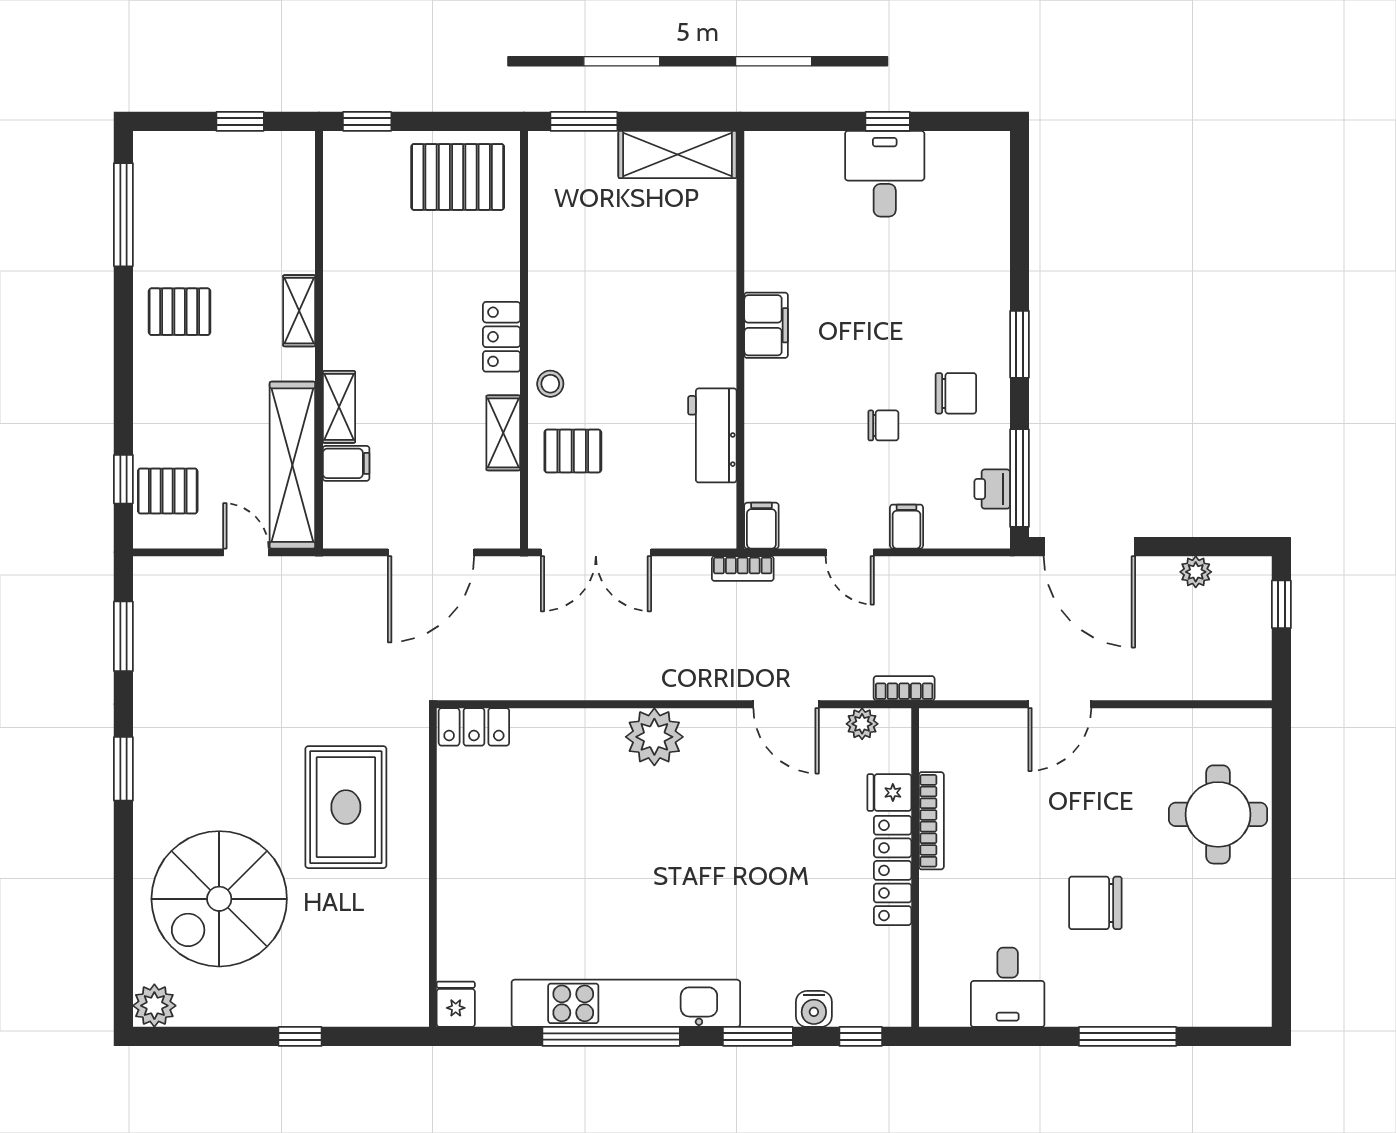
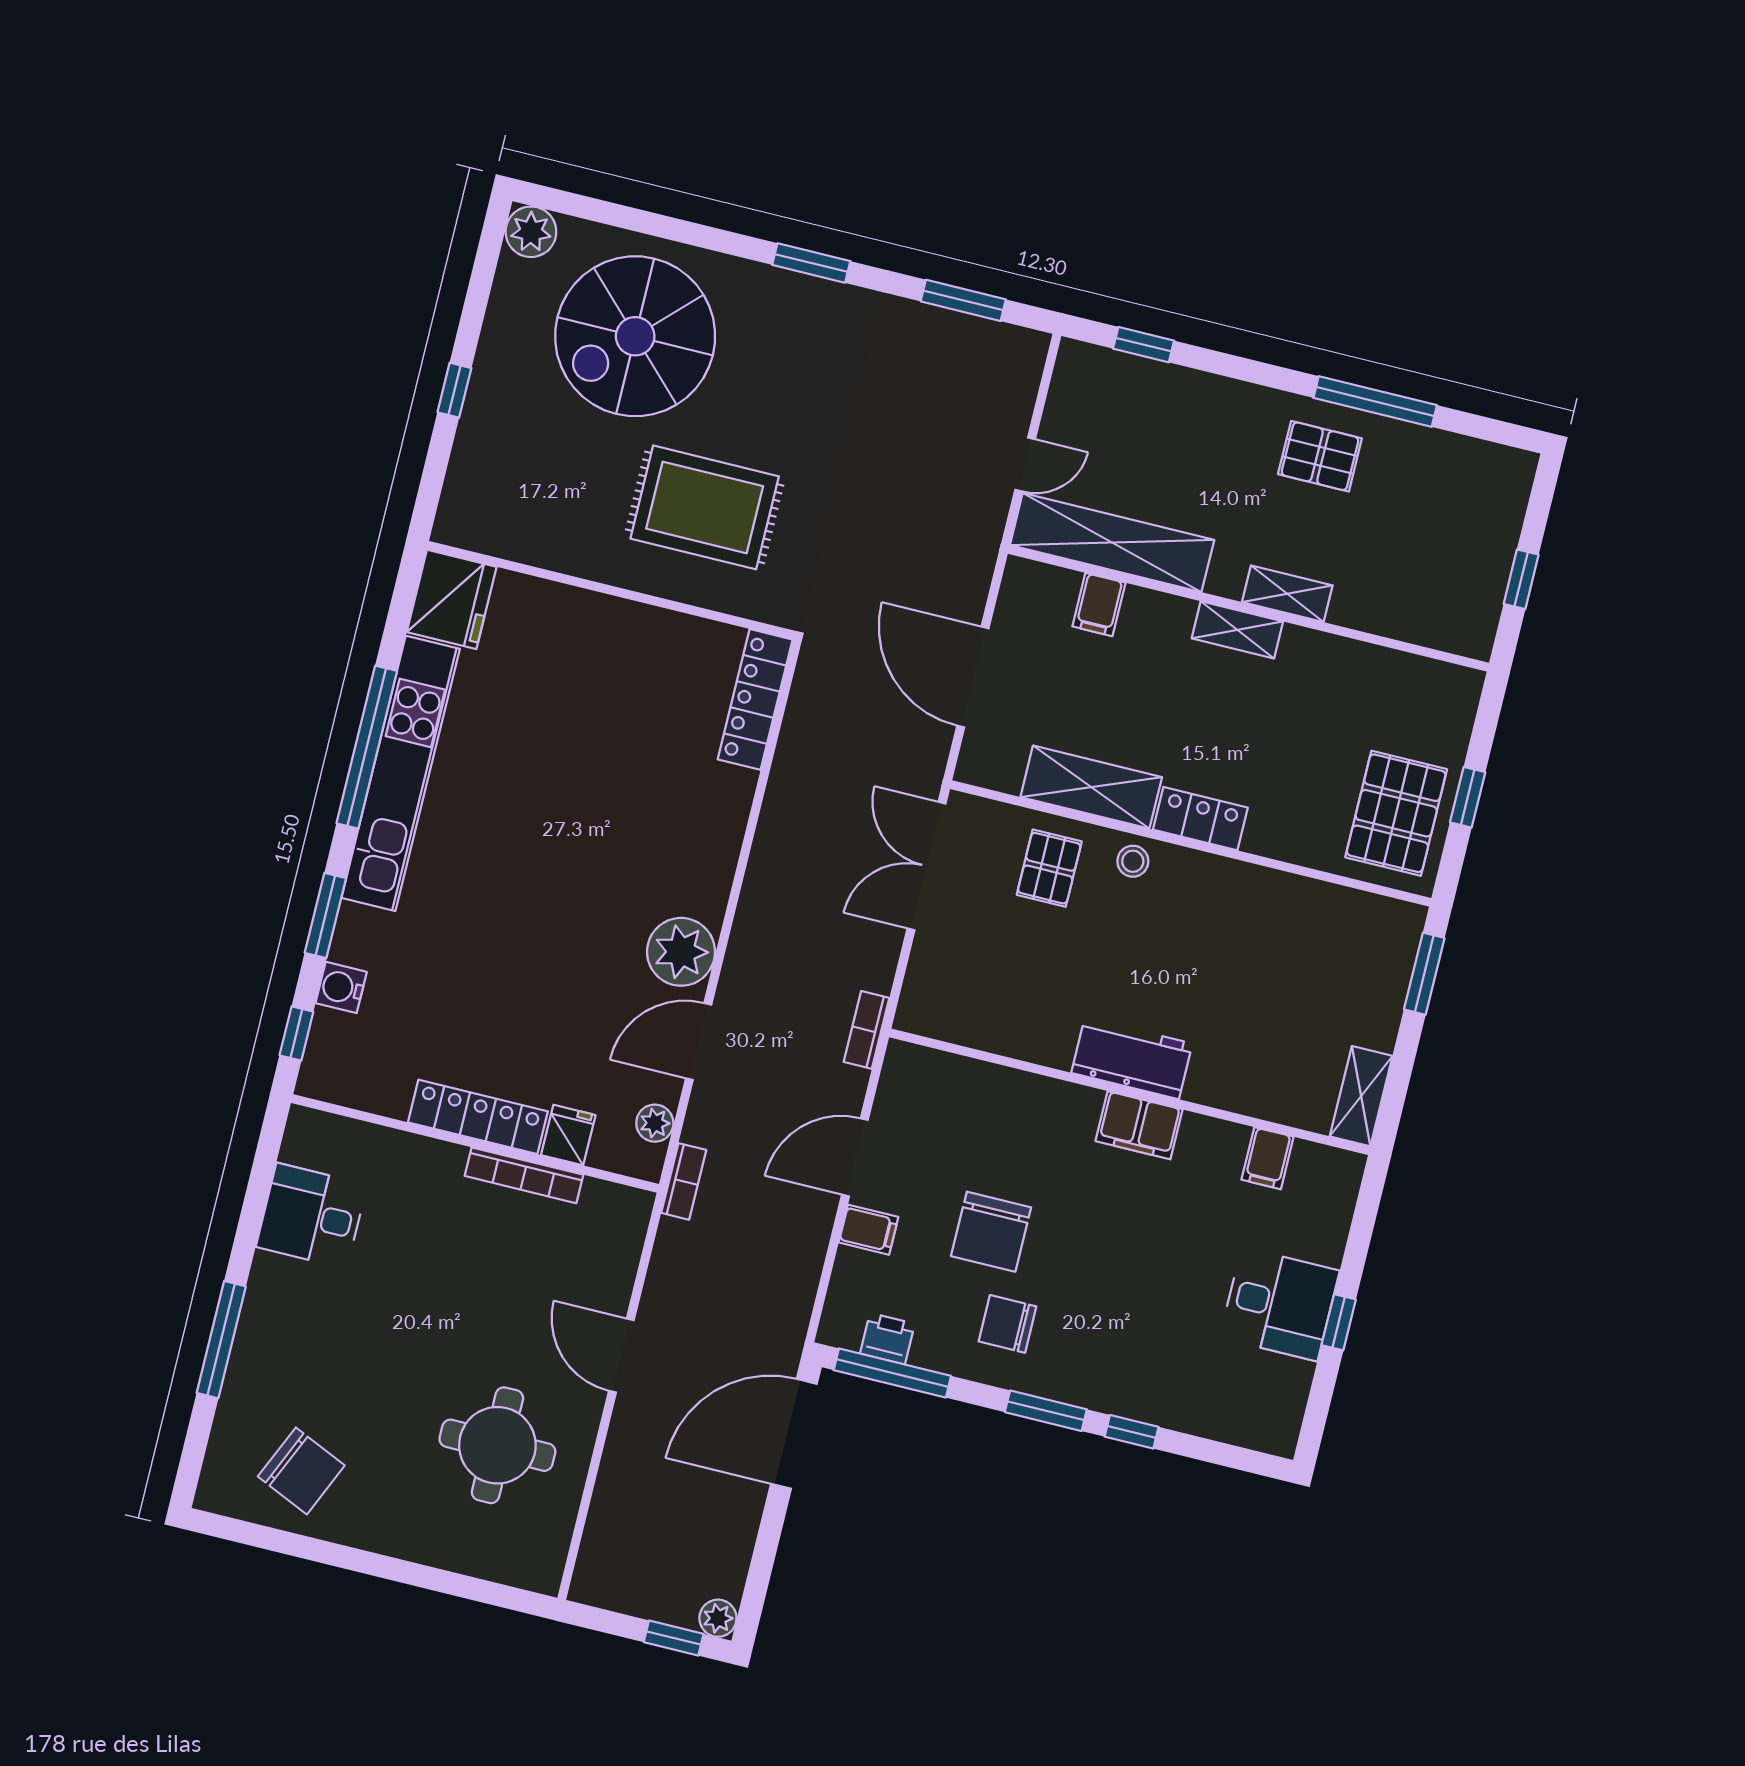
window: (367, 121) -> (1468, 797), moved
shelving: (678, 155) -> (1361, 1096), width x0.67, depth x0.75
window: (123, 215) -> (1375, 402), moved
window: (1020, 270) -> (1132, 1432), added
pallet: (180, 312) -> (1320, 456), turned 90
chair: (956, 393) -> (1007, 1324), turned 90
shelving: (339, 407) -> (1237, 630), moved
chair: (883, 425) -> (991, 1232), width x1.87, depth x1.87
shelving: (503, 433) -> (1091, 787), width x1.50, depth x1.33
workbench: (712, 435) -> (1132, 1058), moved
pallet: (168, 491) -> (1118, 392), removed
filing cabinet: (761, 526) -> (1268, 1158), moved, turned 90
door: (850, 552) -> (855, 1157), width x1.38
plant: (1196, 572) -> (718, 1618), moved
locker: (474, 727) -> (755, 699), width x1.53
plant: (654, 737) -> (681, 952), moved
round table: (1218, 814) -> (497, 1445), moved
spiral stairs: (219, 899) -> (635, 336), turned -90
chair: (1095, 903) -> (301, 1471), moved, turned 114
fridge: (456, 1004) -> (452, 599), width x1.88, depth x1.34

